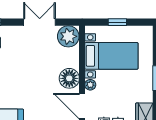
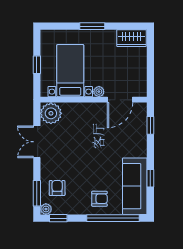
floor lamp: (69, 78) -> (92, 112), removed

